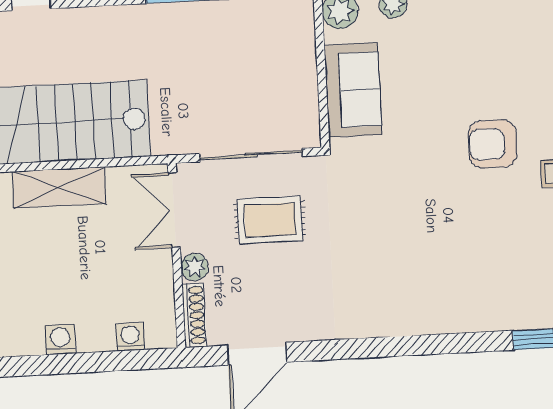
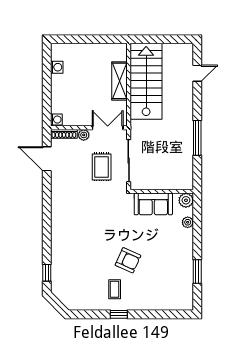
armchair: (493, 144) -> (128, 260), turned 114
washing machine: (130, 337) -> (56, 120), moved
washing machine: (60, 340) -> (57, 67), moved

